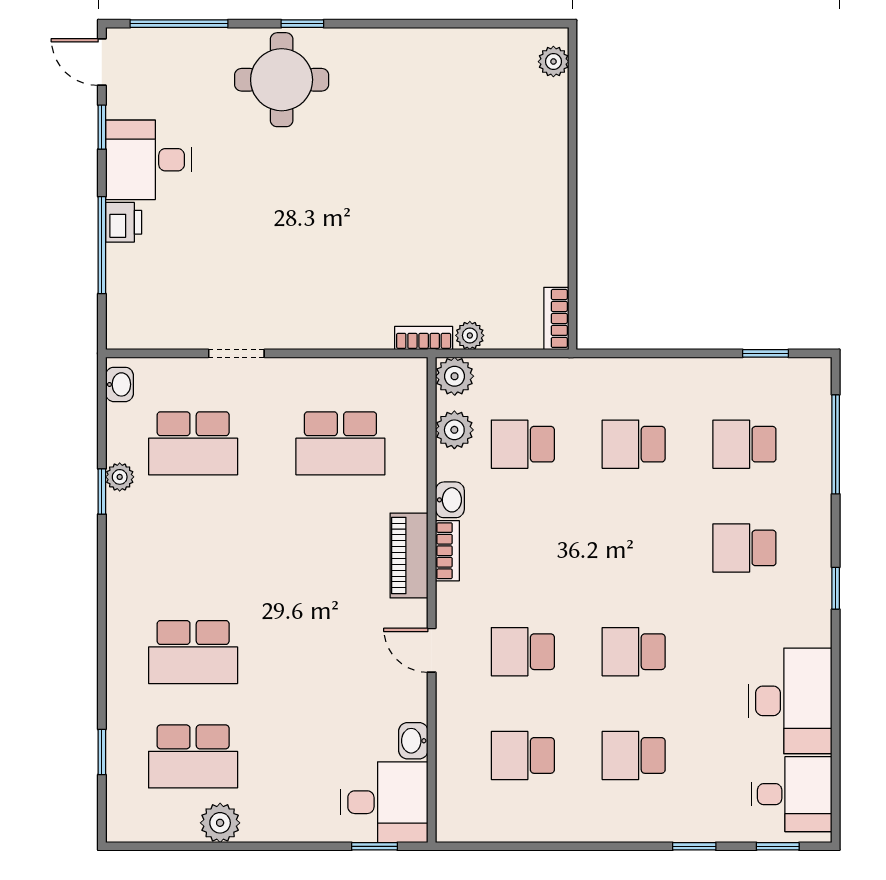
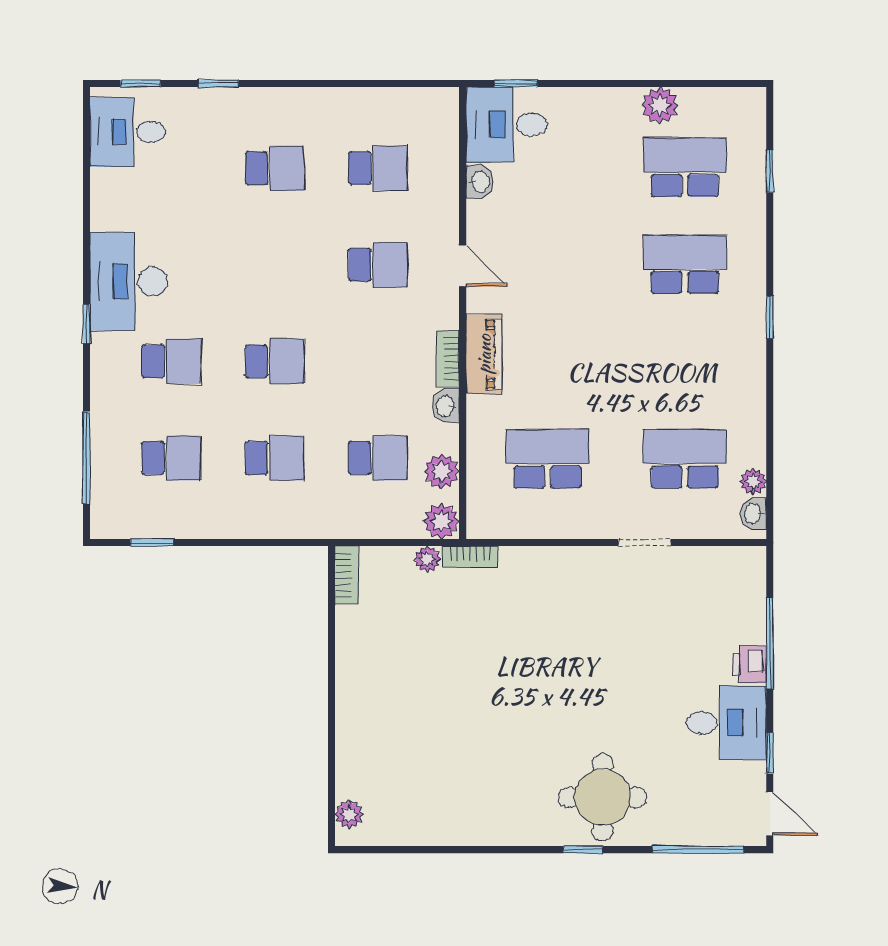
plant: (120, 477) -> (753, 482), moved
window: (102, 491) -> (770, 317), moved
school desk: (634, 652) -> (275, 361), moved
desk: (790, 701) -> (129, 281), moved

